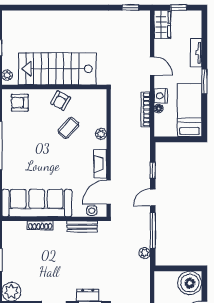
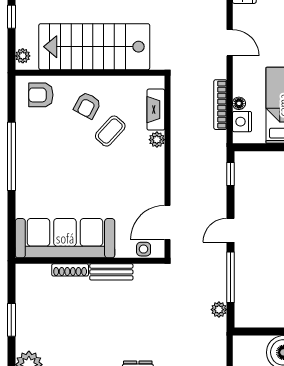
nightstand: (161, 96) -> (242, 122), moved
armchair: (61, 101) -> (87, 105), moved
fireplace: (100, 164) -> (156, 110), moved
window: (153, 170) -> (231, 174), moved
bench: (82, 227) -> (111, 272), moved

